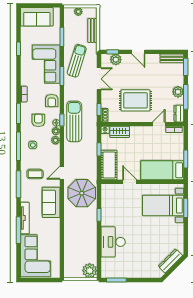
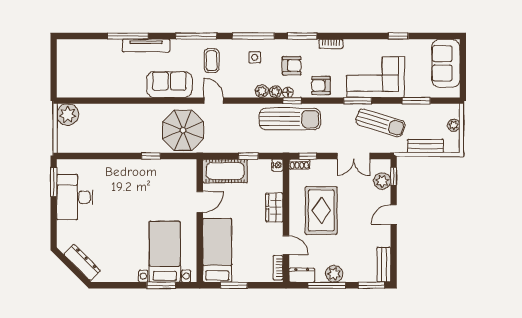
wardrobe: (120, 132) -> (274, 207), moved
desk: (113, 242) -> (75, 197), moved, turned -90
corner sofa: (36, 256) -> (90, 62), removed
plant: (90, 271) -> (68, 115), moved

